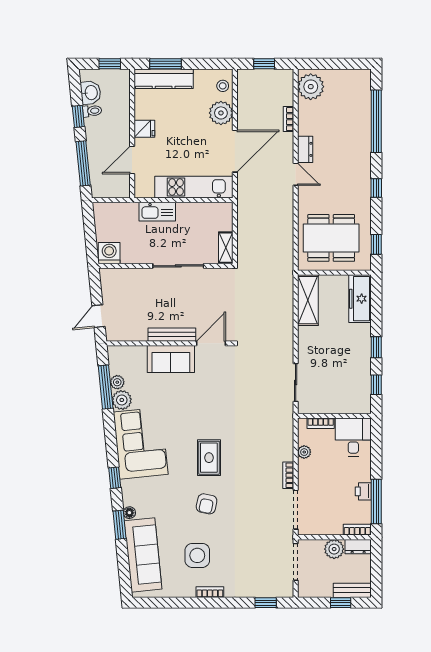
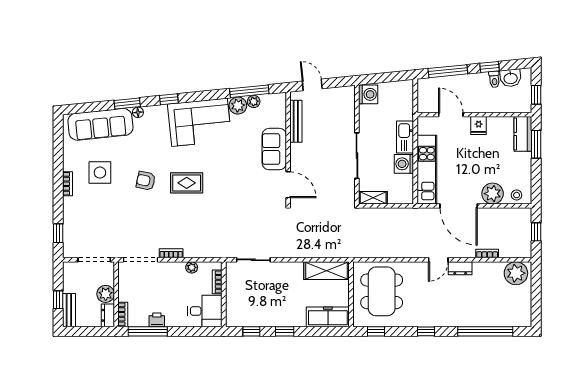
kitchen counter: (164, 79) -> (523, 134), width x0.67
washing machine: (187, 213) -> (404, 164), added
bench: (172, 335) -> (296, 121), moved

